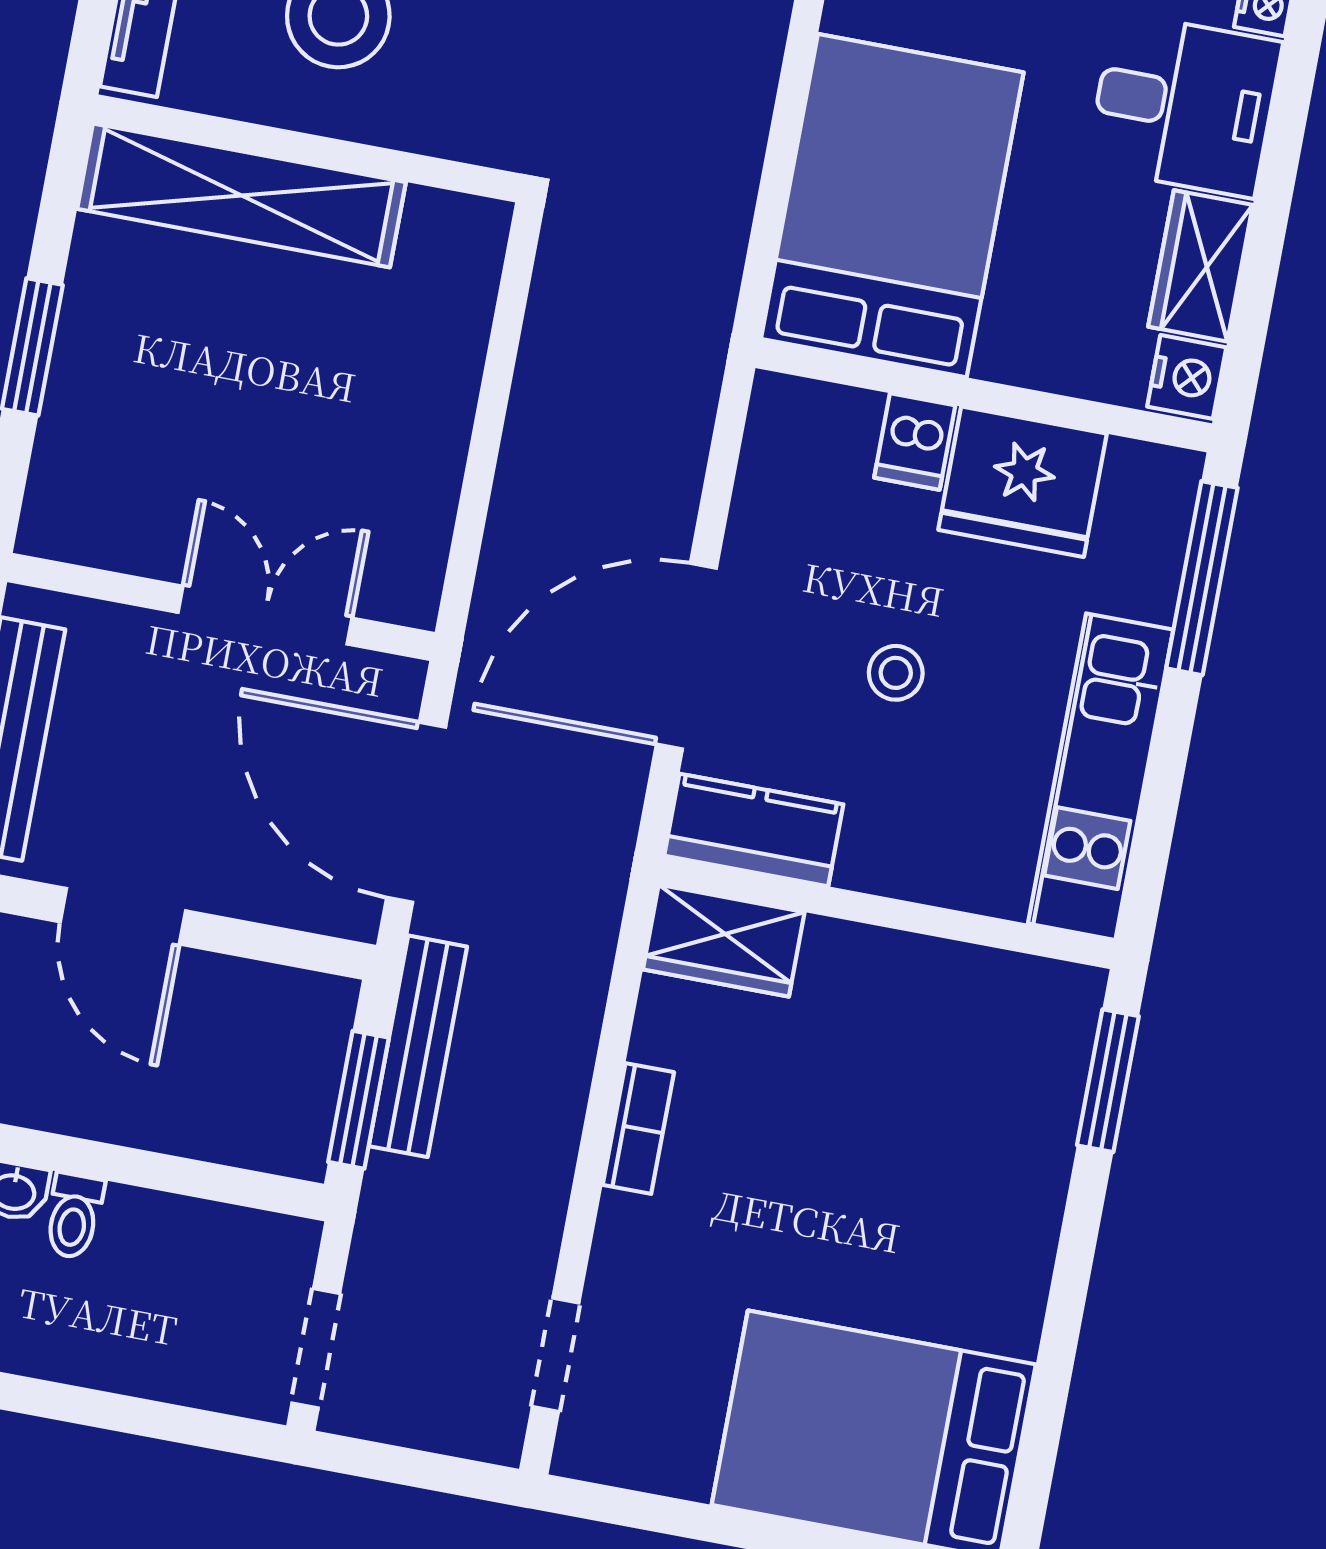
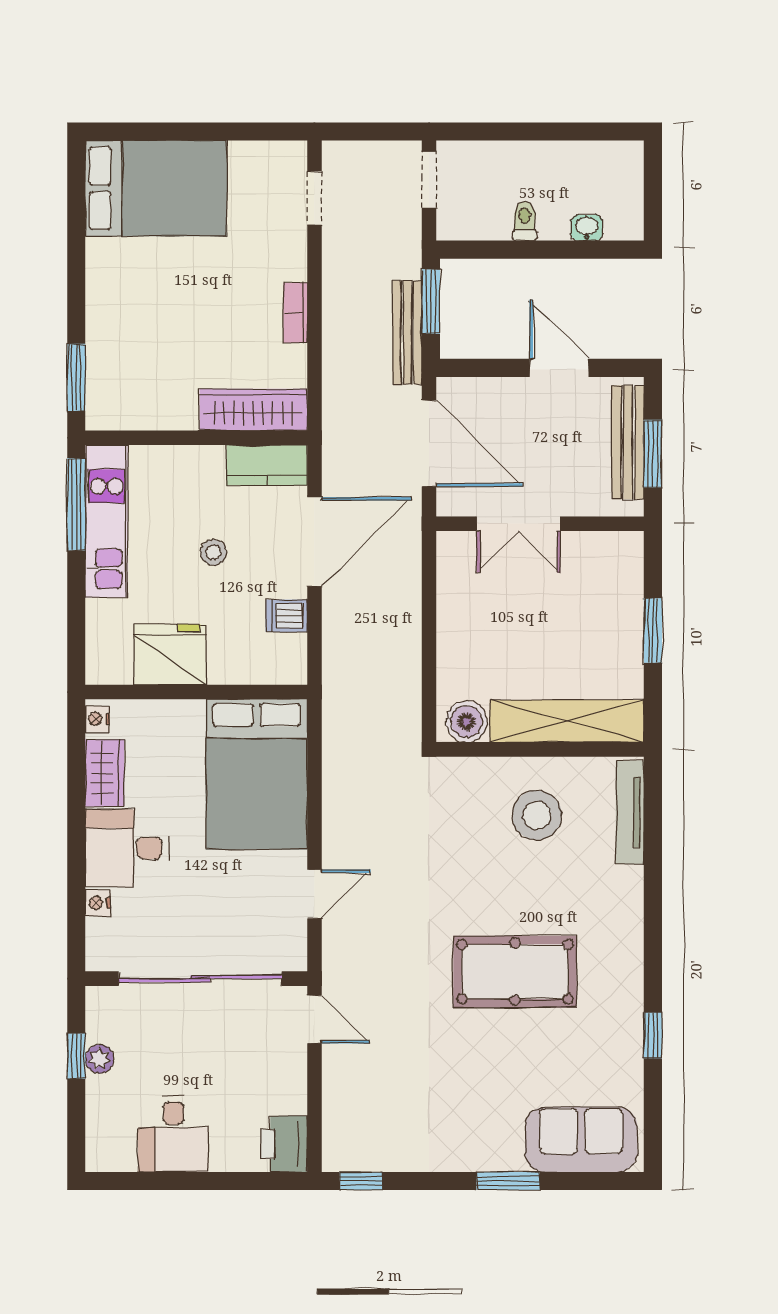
boiler: (446, 233) -> (467, 722), added
nightstand: (1187, 377) -> (97, 719), width x0.72, depth x0.74
dishwasher: (915, 441) -> (286, 616), moved, turned -90
window: (1202, 578) -> (76, 504), moved
wardrobe: (724, 941) -> (253, 410), width x1.50
toilet: (74, 1216) -> (525, 221), moved

